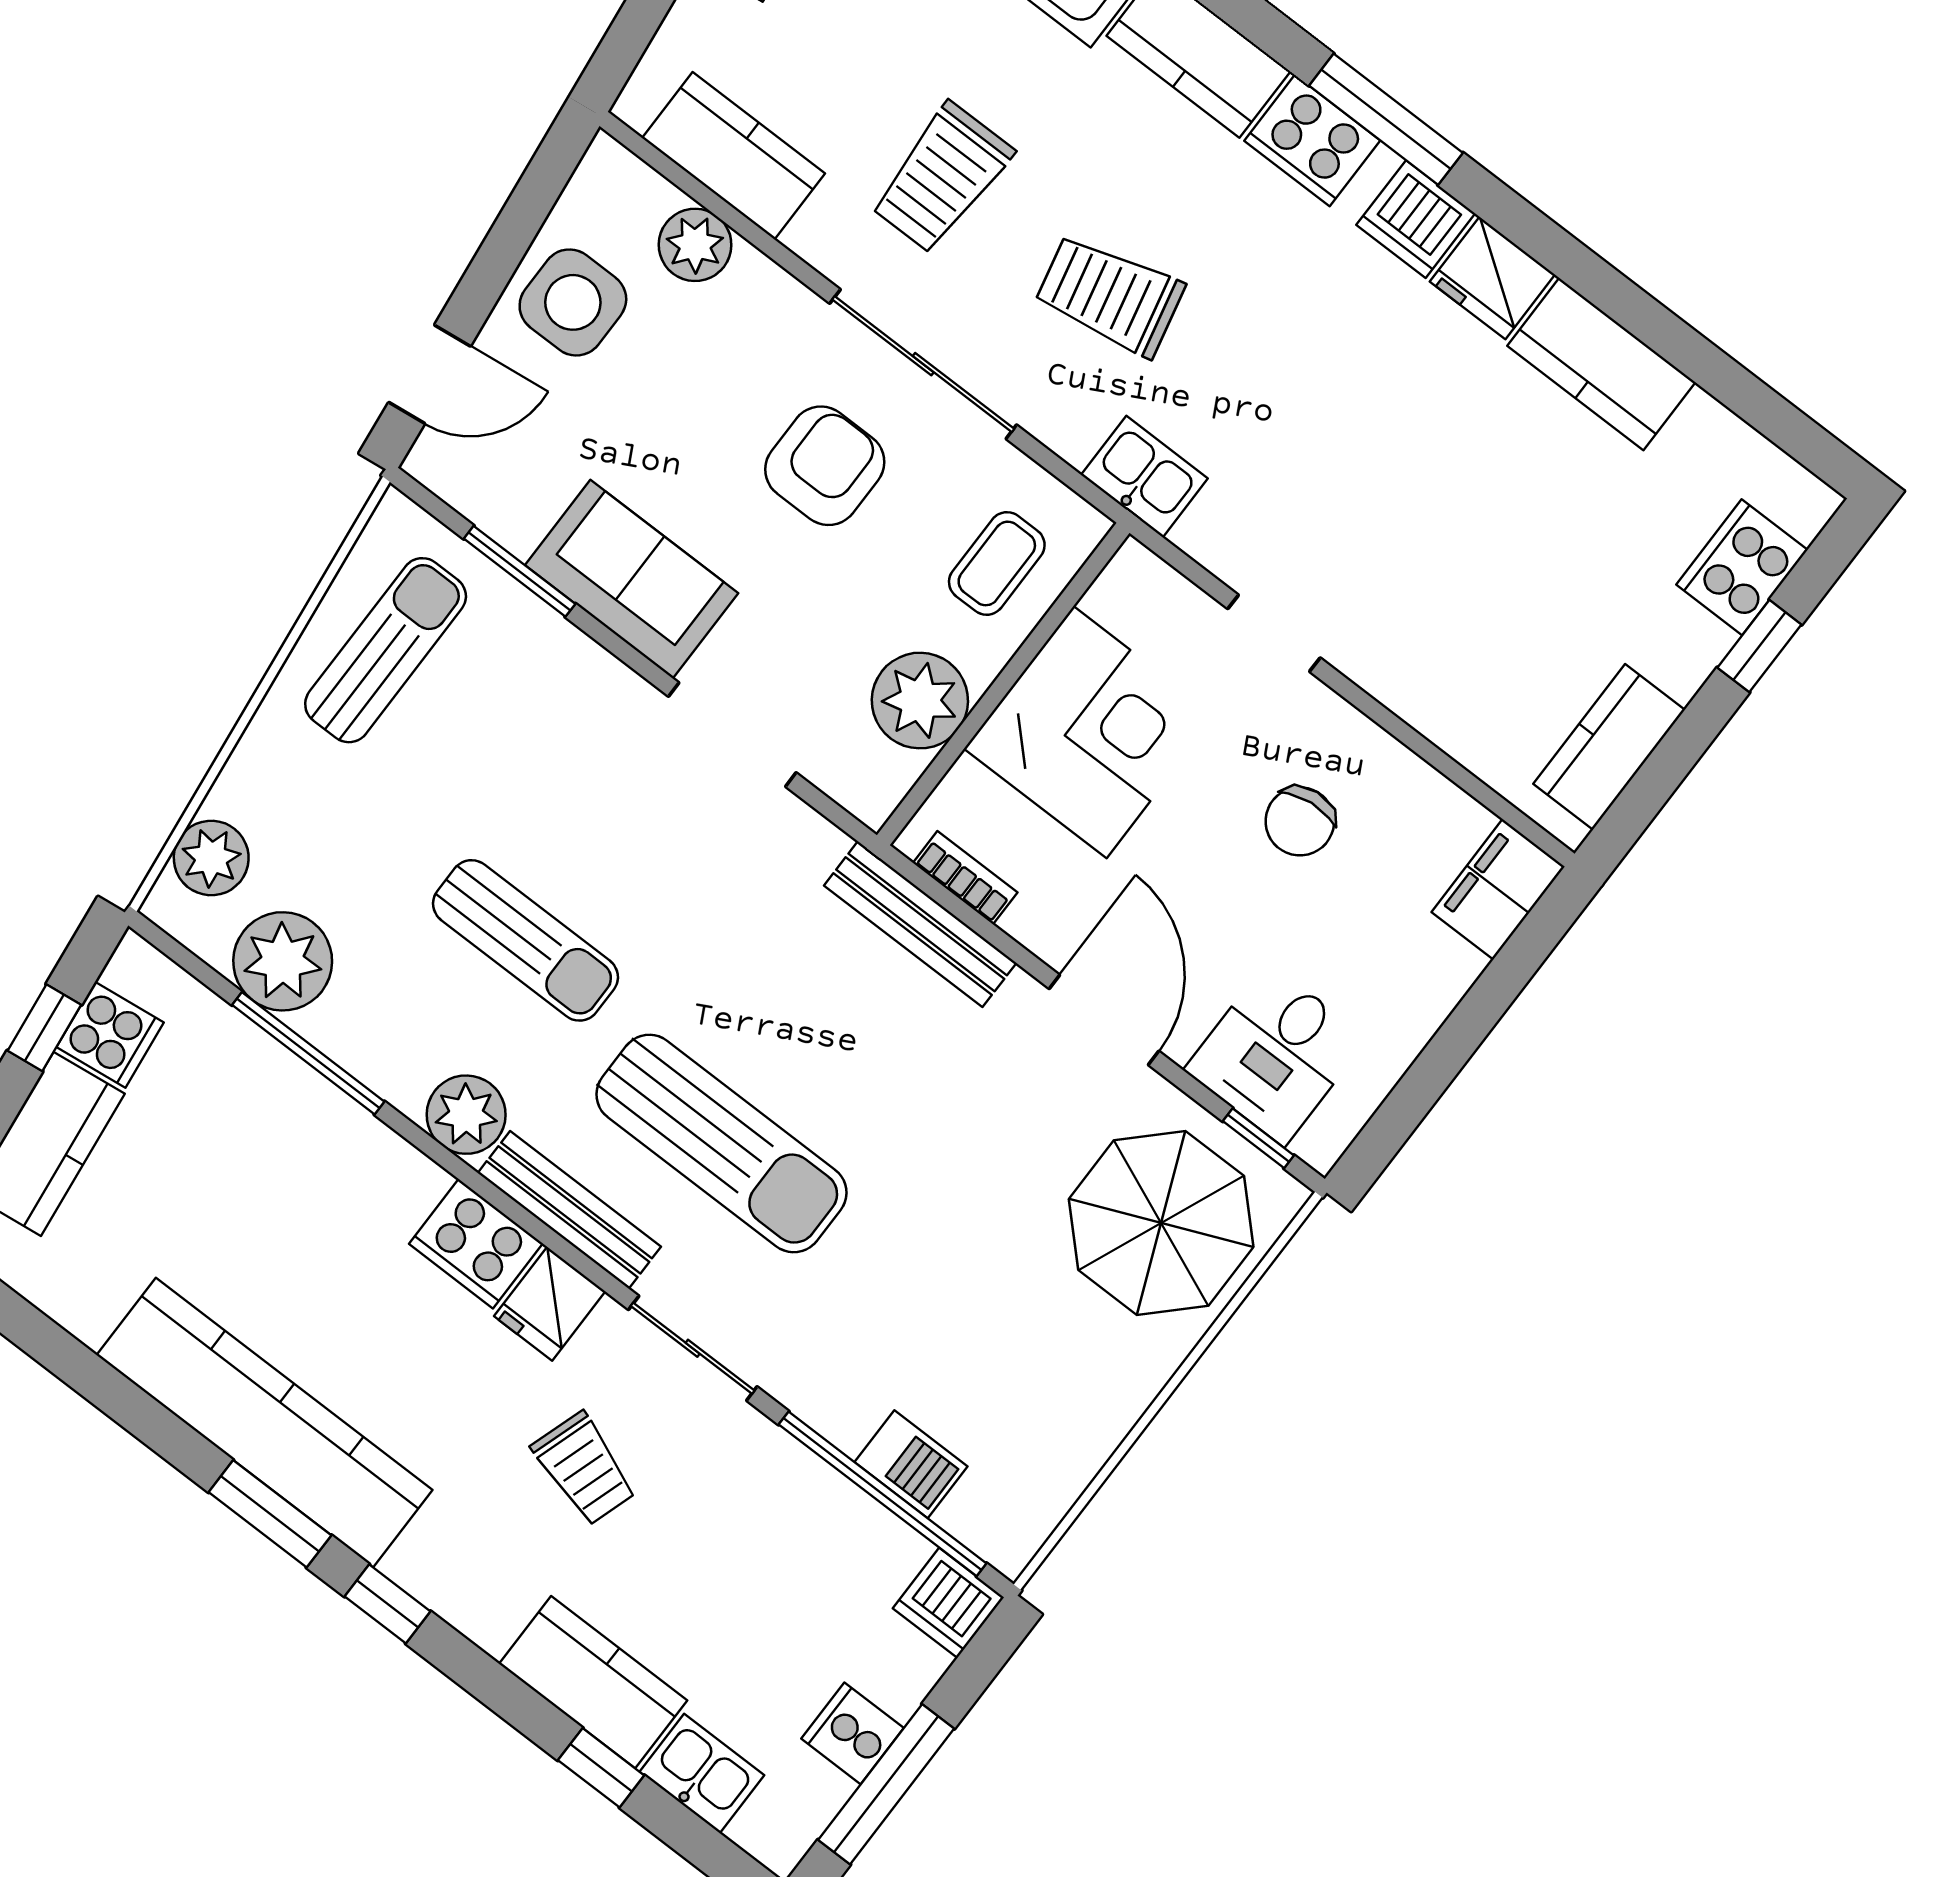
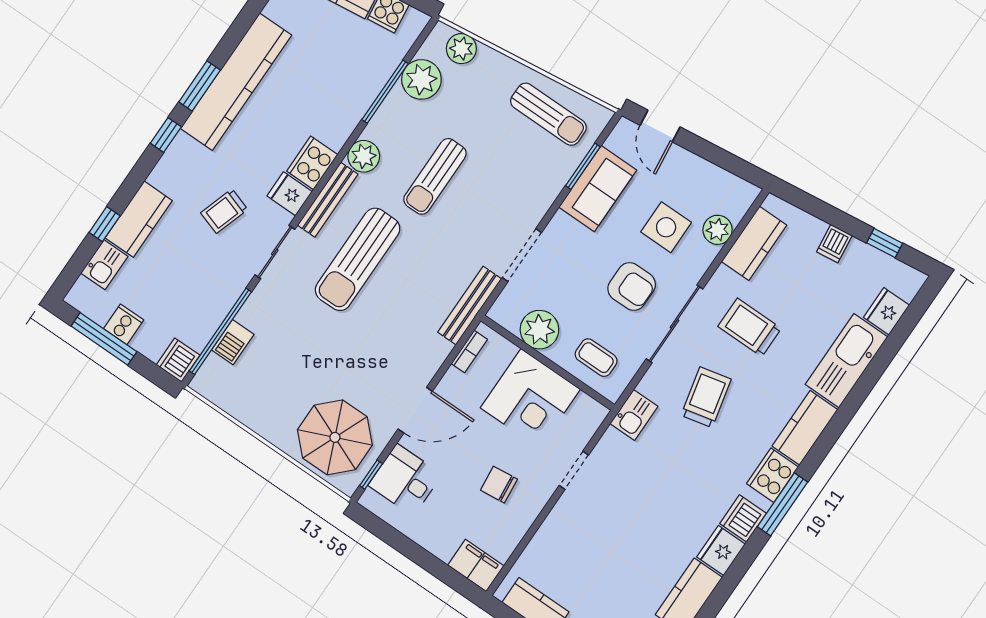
side table: (573, 302) -> (666, 227), moved
sofa: (632, 579) -> (598, 189), moved
bench: (920, 924) -> (470, 305), moved

